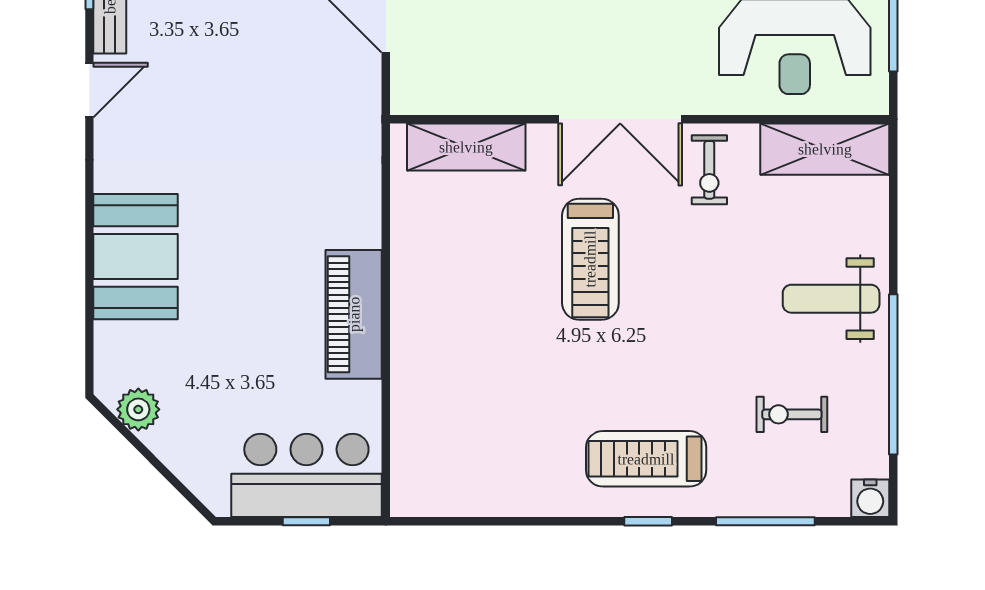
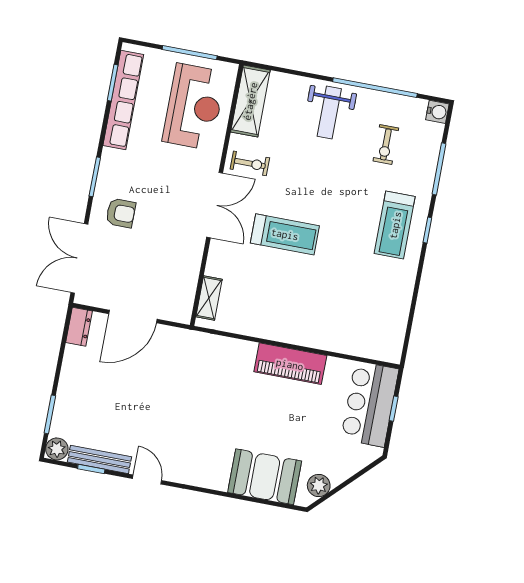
shelving: (466, 147) -> (209, 298), width x0.67, depth x0.75
booth: (136, 257) -> (265, 477), moved

